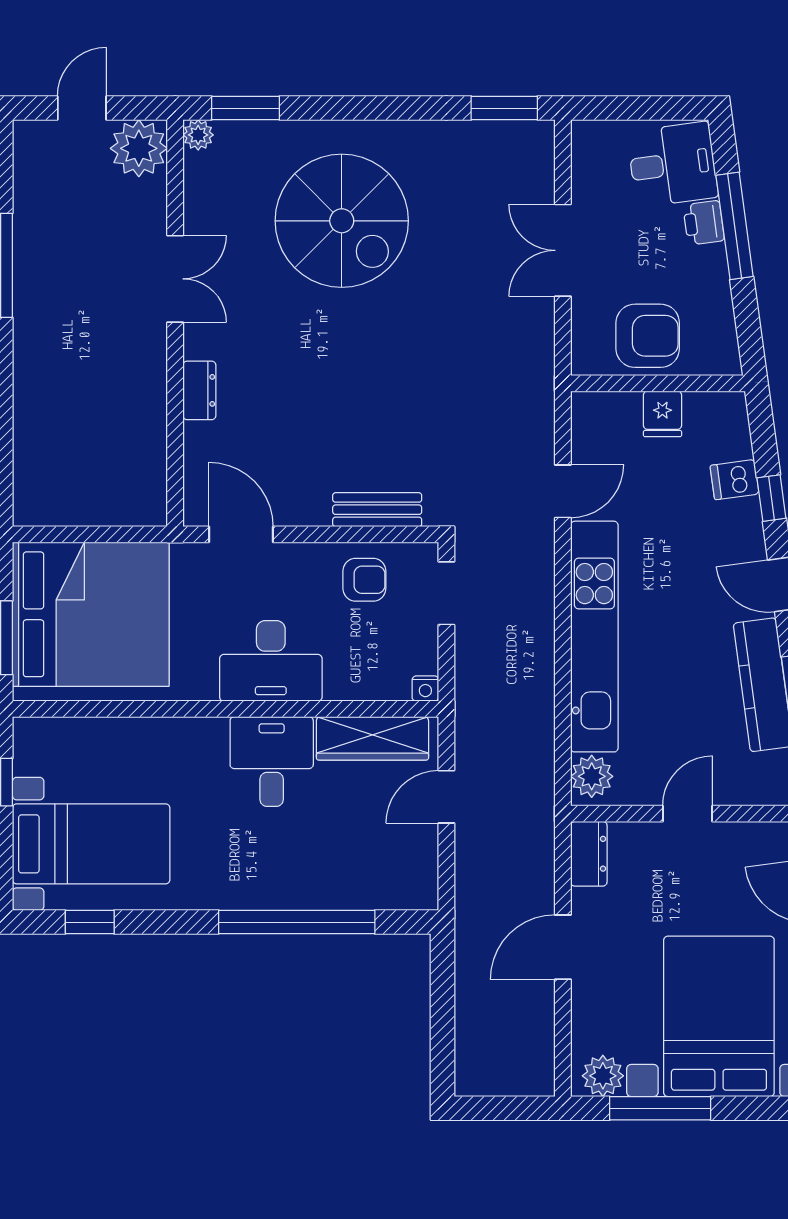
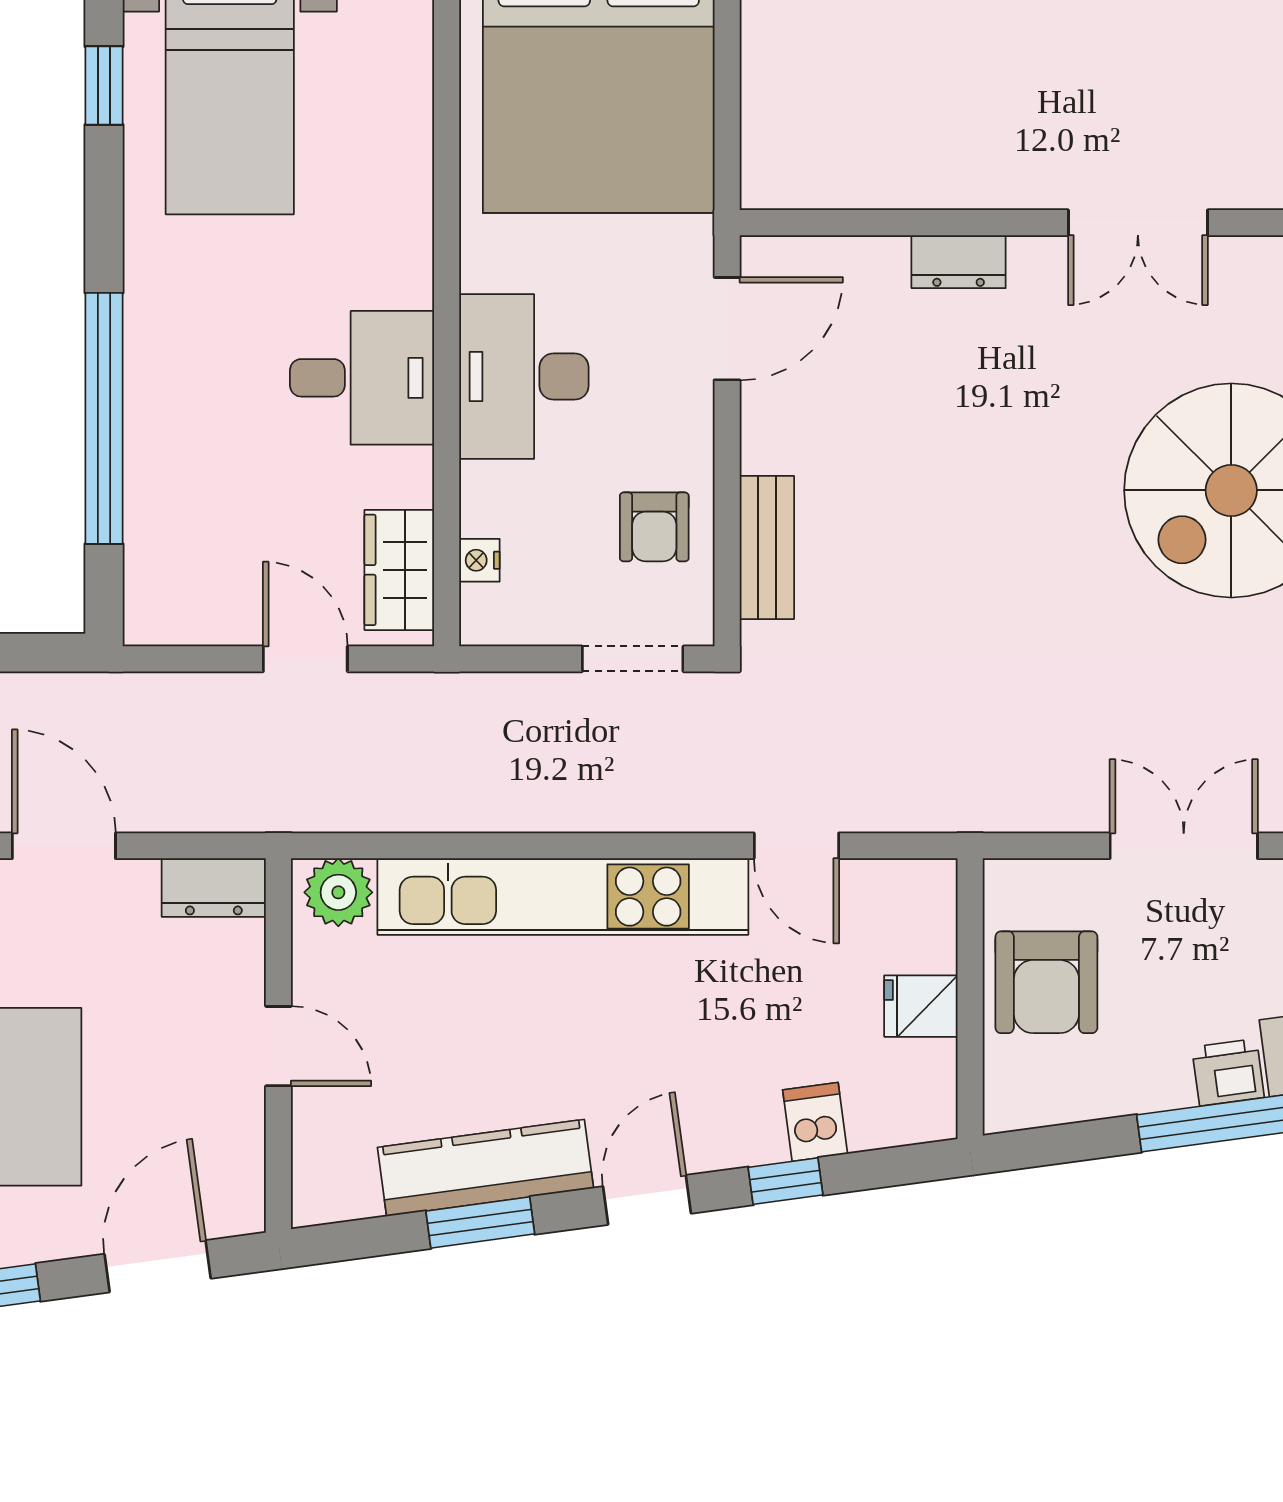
nightstand: (425, 689) -> (479, 560), moved
wardrobe: (372, 738) -> (399, 570), width x0.67

